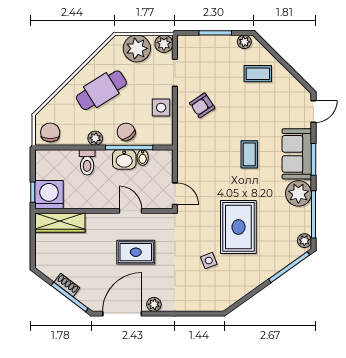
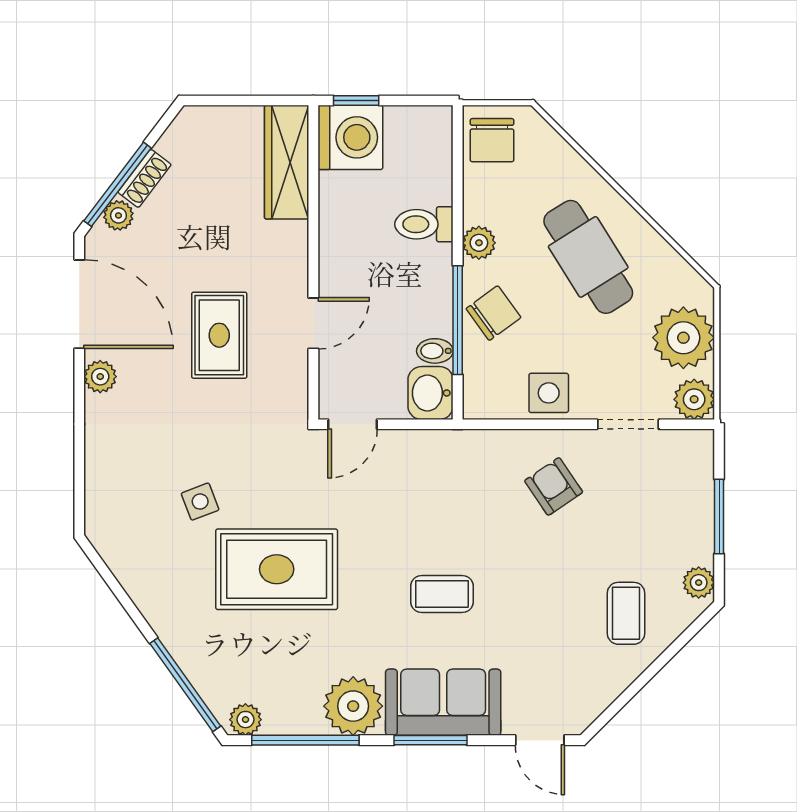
chair: (50, 132) -> (492, 140), turned 90
washbasin: (124, 159) -> (431, 393), moved
plant: (83, 296) -> (118, 215), added

